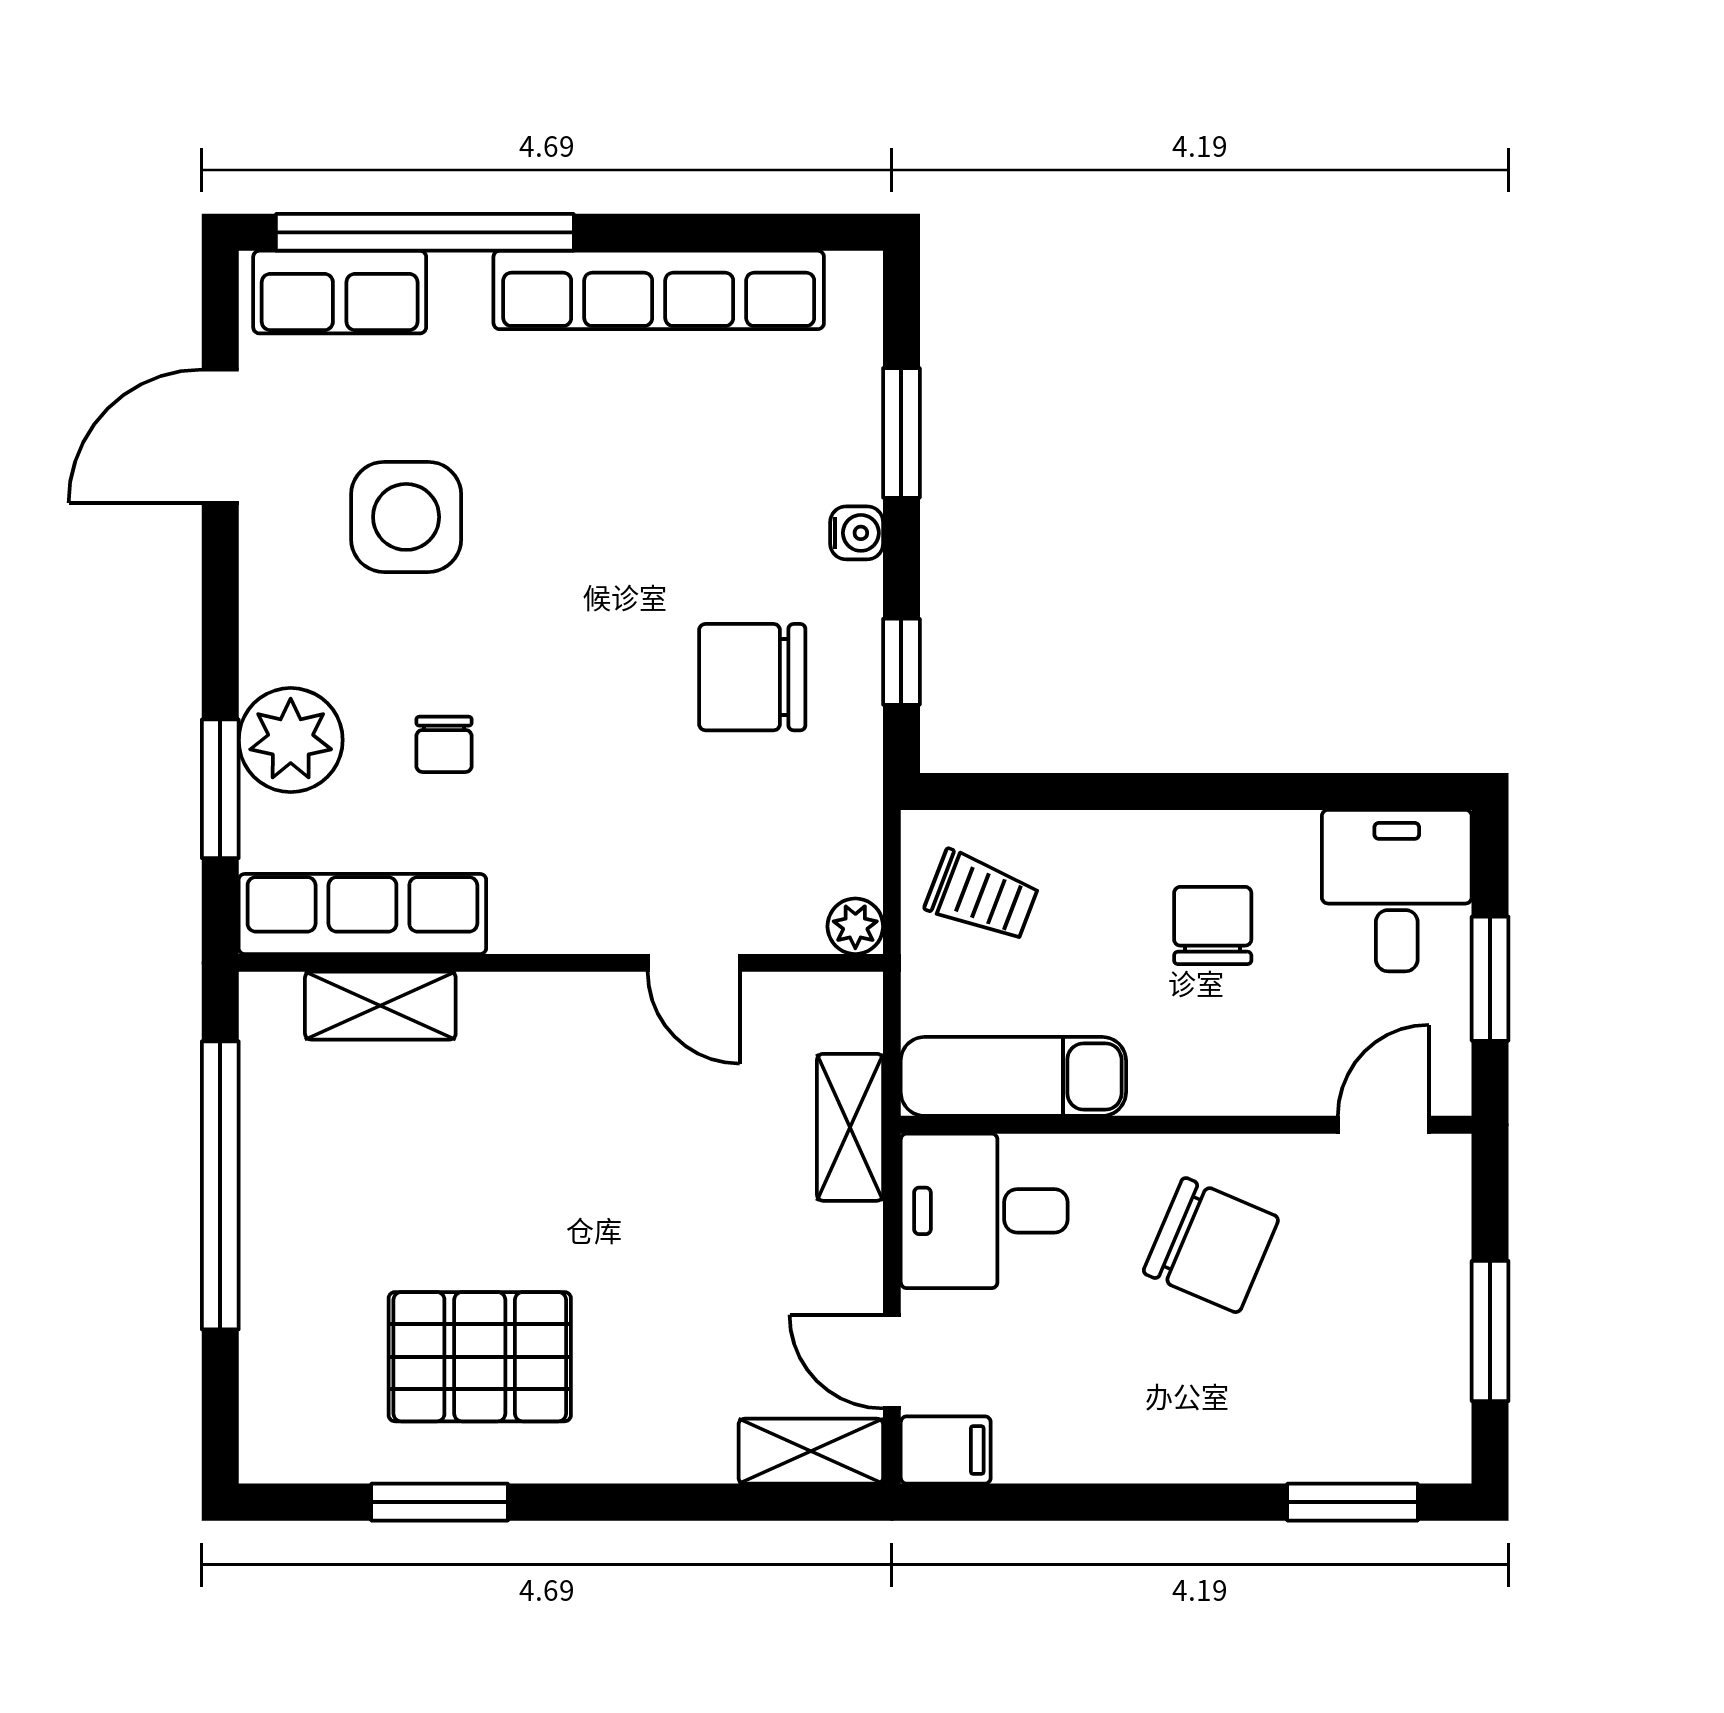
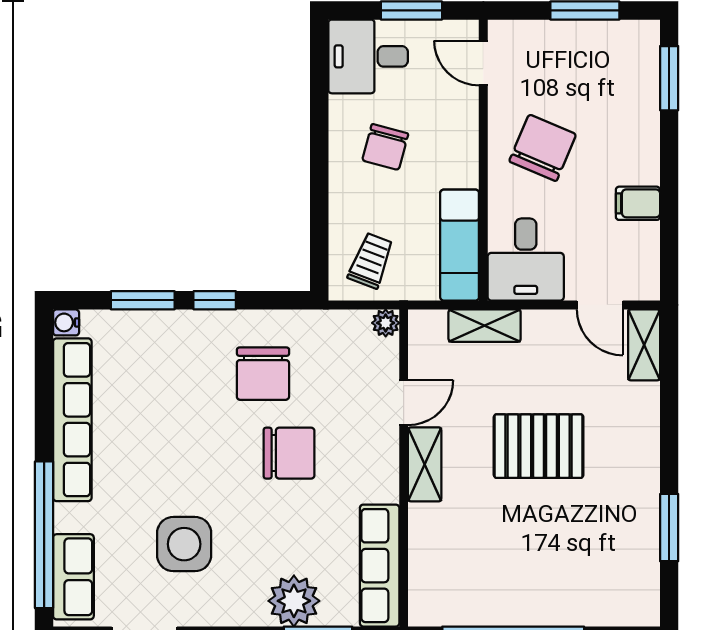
water cooler: (857, 533) -> (66, 322), moved, turned -90
window: (901, 662) -> (215, 300), moved
chair: (444, 744) -> (289, 453), moved, width x1.87, depth x1.87
chair: (1213, 925) -> (385, 147), turned -75
shelving: (380, 1006) -> (425, 464), moved
pallet: (480, 1357) -> (539, 446), moved, turned 90
door: (892, 1362) -> (600, 305), hinge flipped
filing cabinet: (946, 1450) -> (638, 203), moved, turned -90

